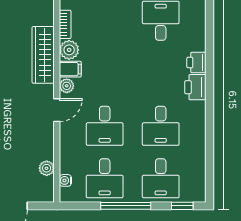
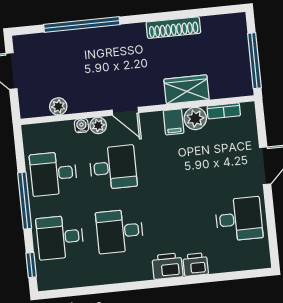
wardrobe: (43, 55) -> (187, 89), width x0.67
plant: (67, 86) -> (98, 125), moved
desk: (105, 126) -> (113, 168), turned 180
water cooler: (65, 180) -> (81, 126), moved

